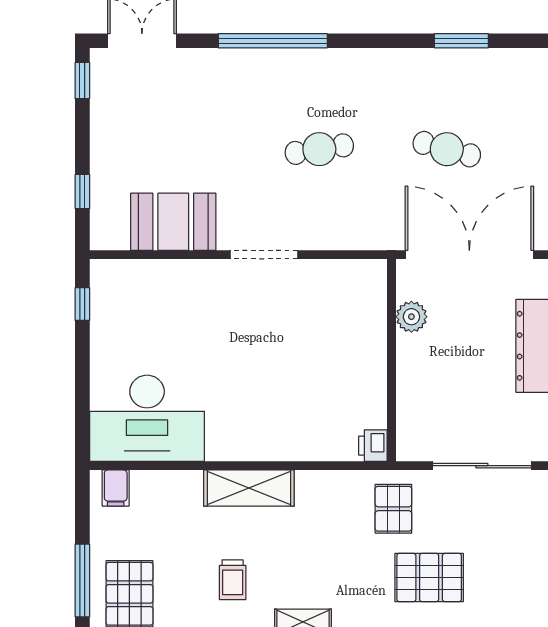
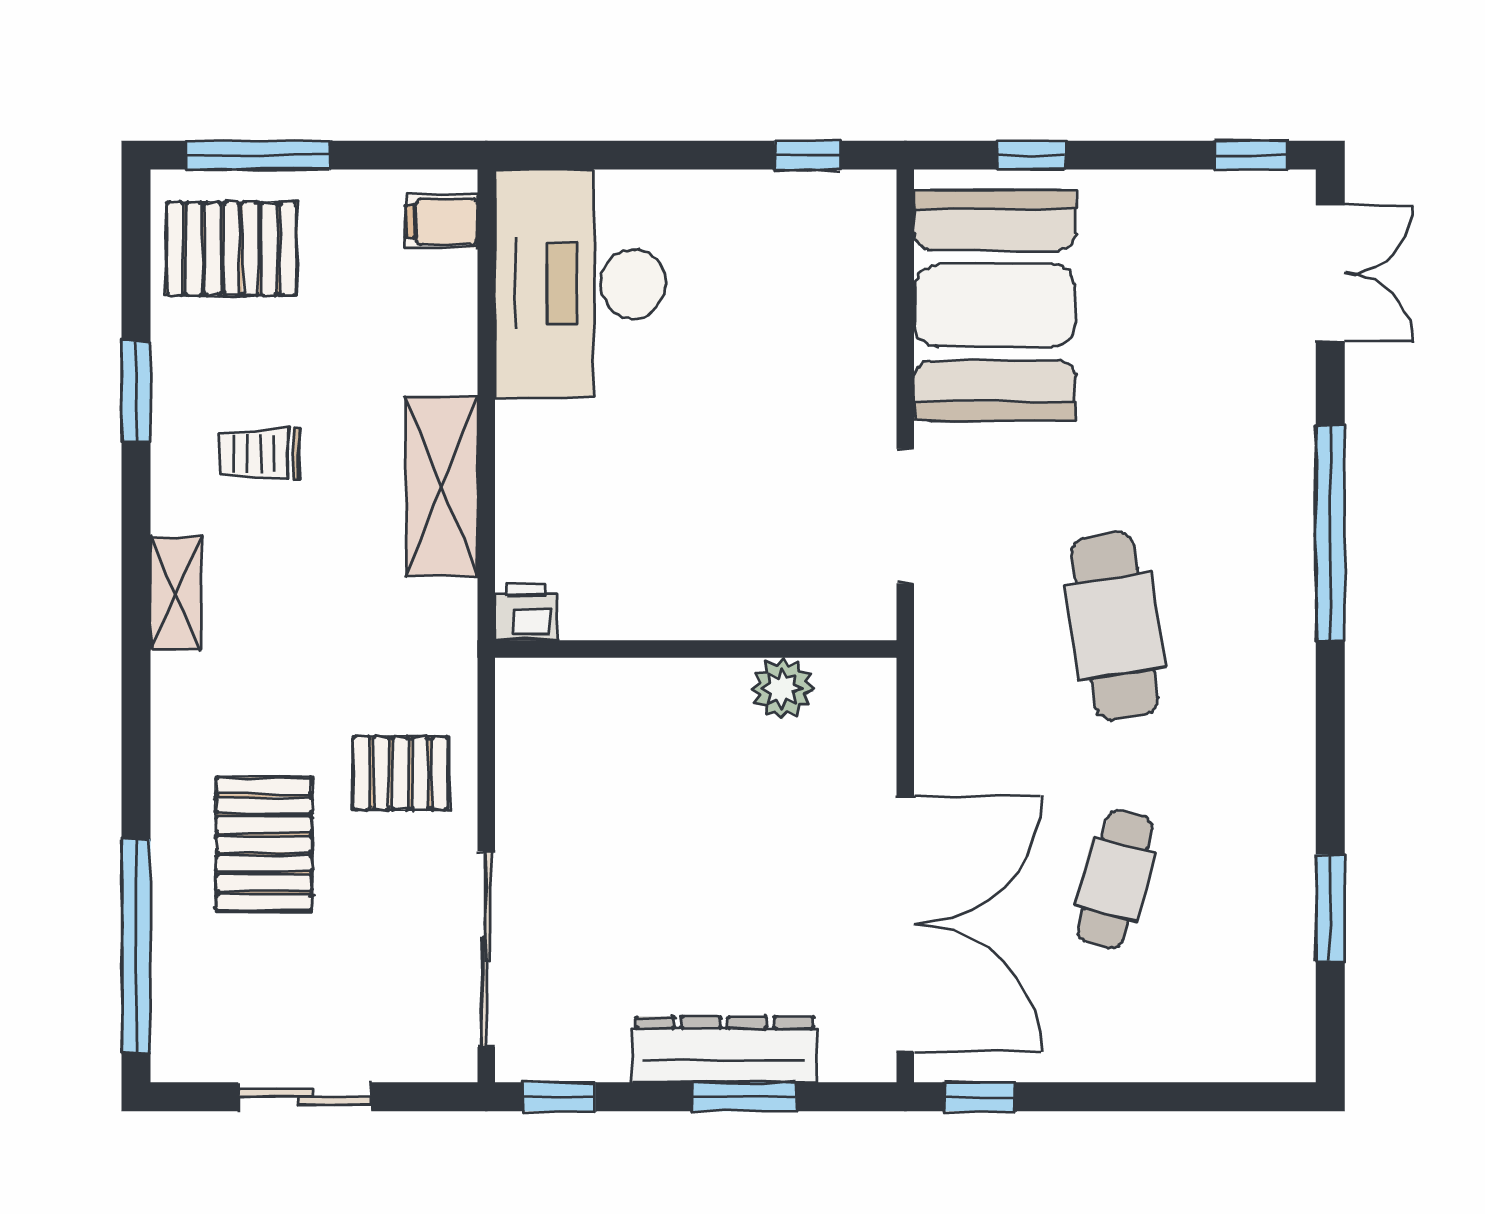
cafe table: (319, 149) -> (1115, 626), width x1.37, depth x1.35
booth: (173, 222) -> (995, 305), width x1.36, depth x1.42
plant: (411, 317) -> (782, 688), moved
wall: (392, 360) -> (696, 649), moved
printer: (373, 446) -> (526, 612), moved

